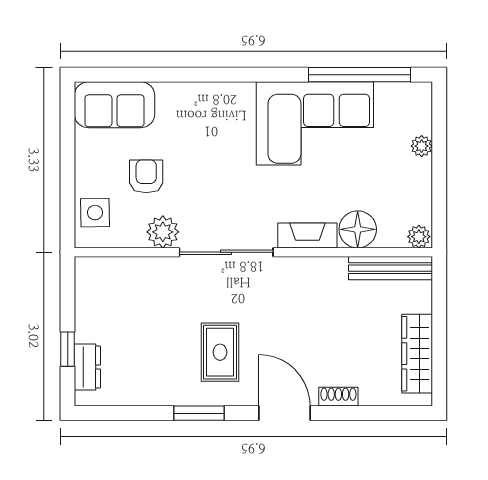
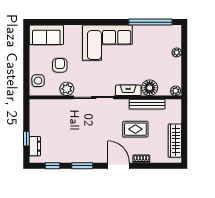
corner sofa: (315, 123) -> (107, 43), moved
bench: (390, 268) -> (147, 104), moved
rug: (220, 352) -> (135, 129), moved, turned 90
window: (129, 413) -> (52, 166), added

